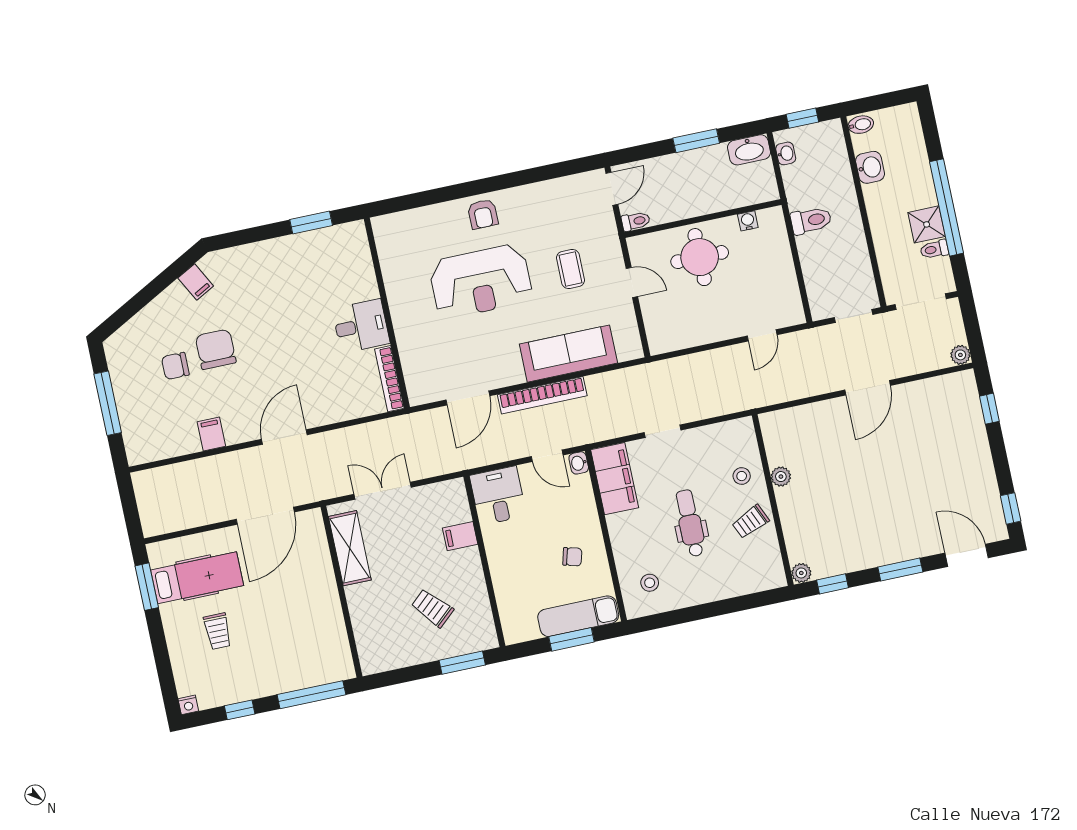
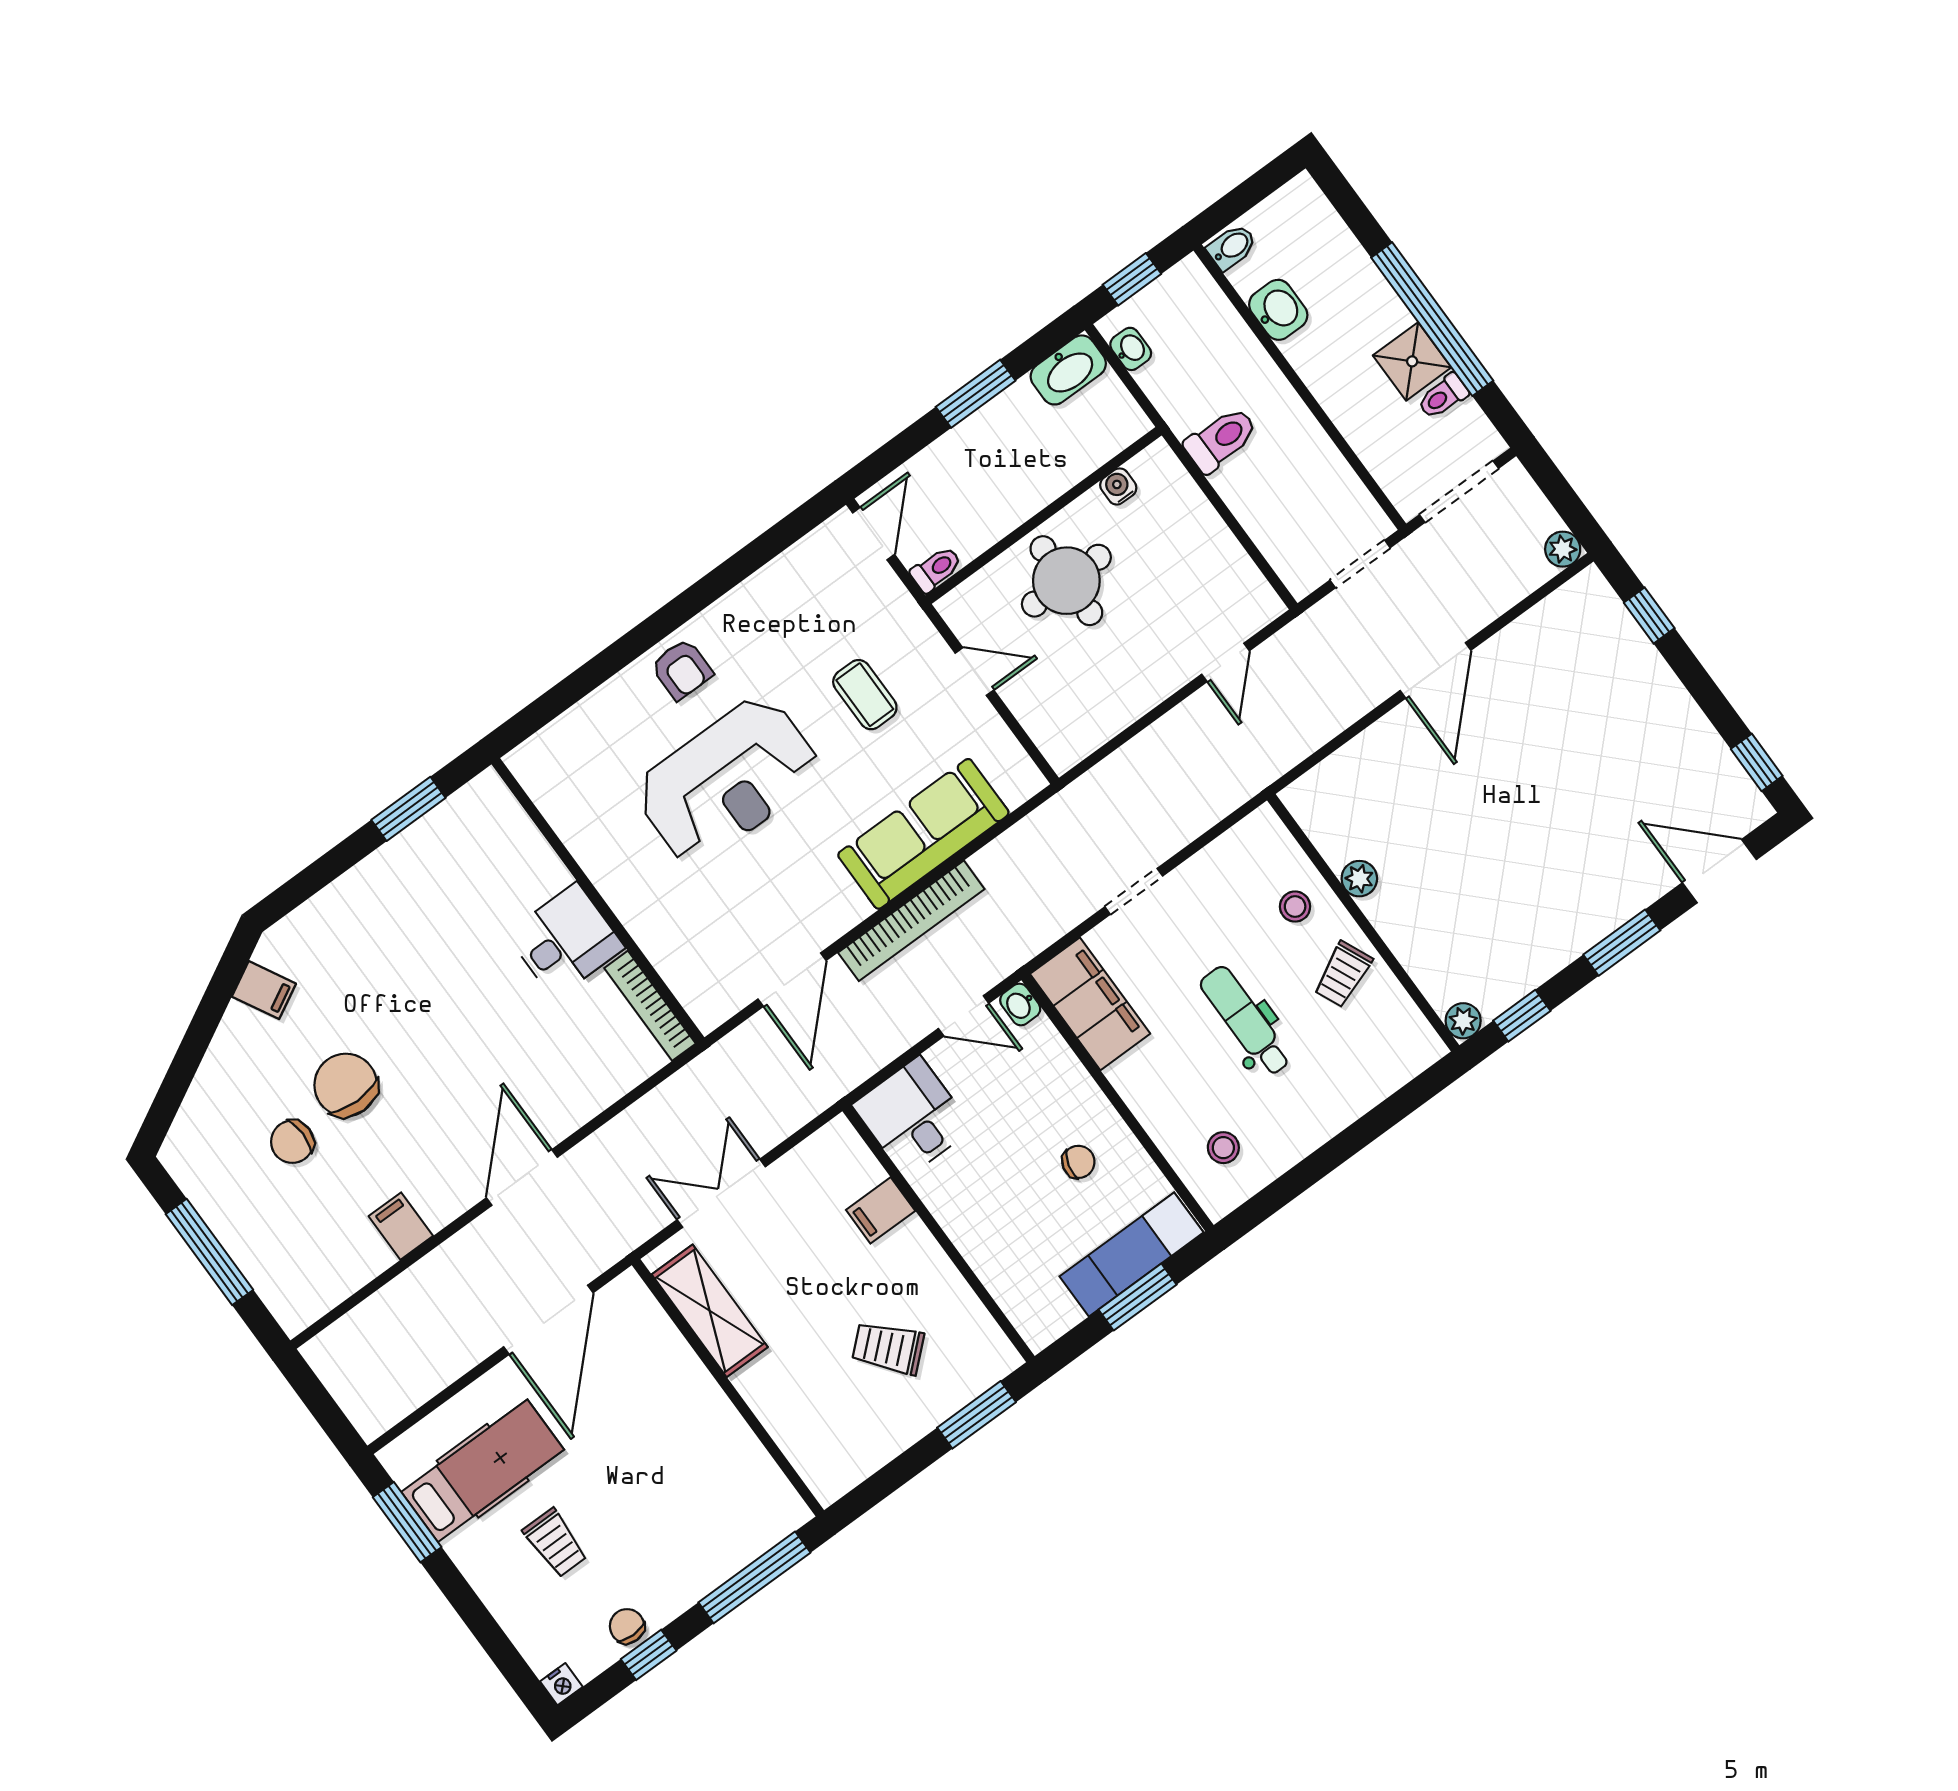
chair: (235, 690) -> (627, 1626), added

